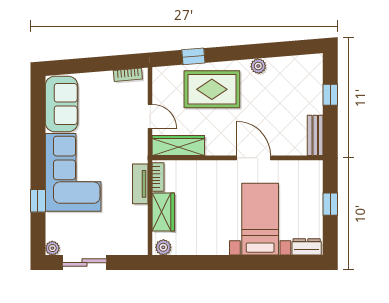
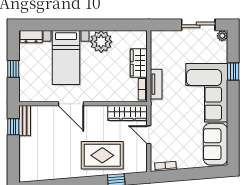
plant: (258, 66) -> (67, 173), removed
window: (330, 95) -> (13, 127), moved
plant: (163, 247) -> (101, 42), moved, width x1.88, depth x1.88

